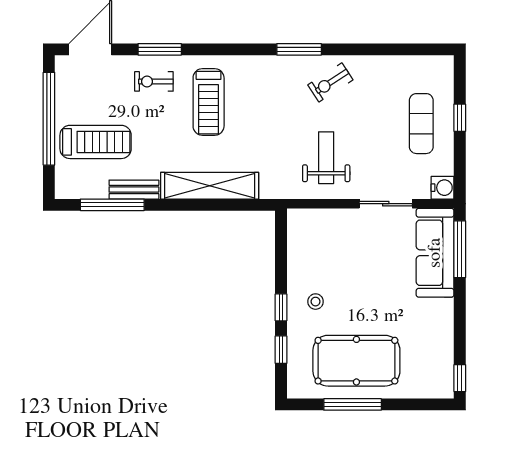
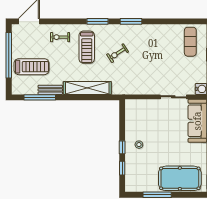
window: (160, 49) -> (97, 21), moved
exercise bike: (330, 82) -> (118, 53), moved
exercise mat: (421, 124) -> (190, 42), moved
weight bench: (326, 158) -> (144, 74), removed
pool table: (356, 361) -> (180, 178), moved

